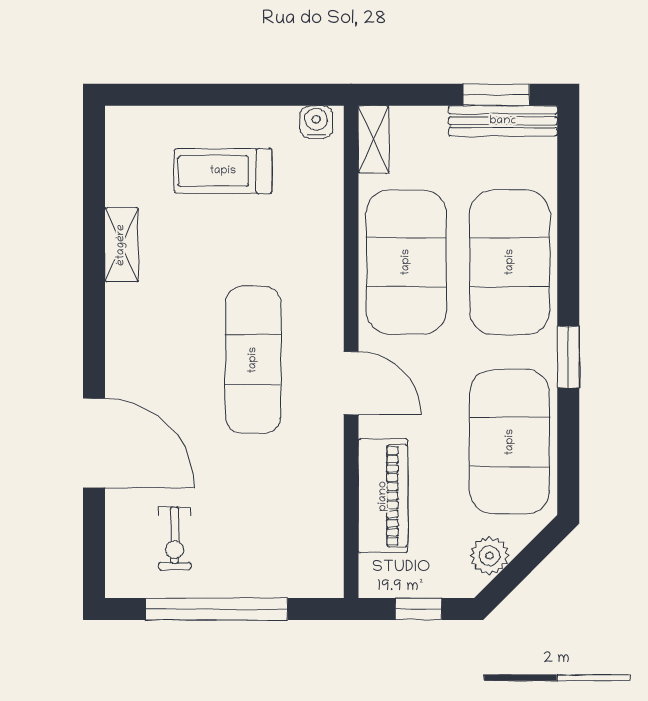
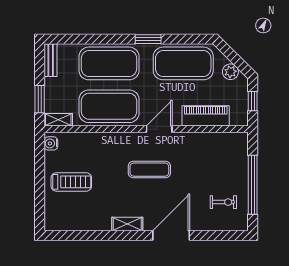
window: (496, 95) -> (40, 99), moved
bench: (503, 121) -> (51, 60), width x0.73
treadmill: (223, 171) -> (71, 182), turned -90
shelving: (121, 245) -> (127, 224), moved
exercise mat: (253, 360) -> (149, 170), width x0.73, depth x0.69
door: (94, 443) -> (171, 235), moved

